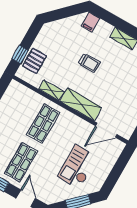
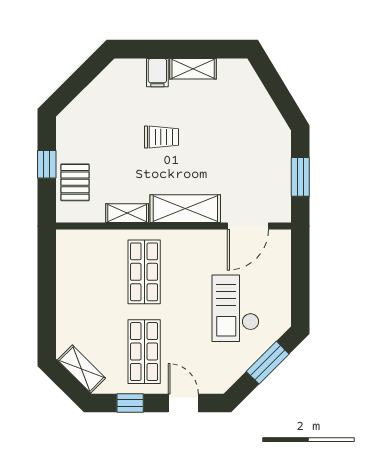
filing cabinet: (90, 22) -> (157, 73), moved
window: (20, 54) -> (47, 164), moved

